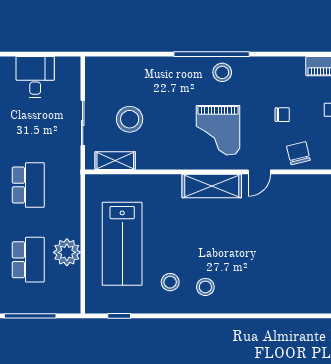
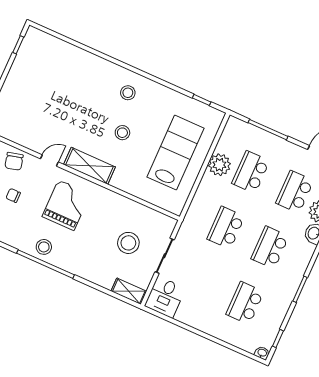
desk: (35, 77) -> (165, 297), moved
shelving: (115, 161) -> (129, 291), moved
stool: (170, 282) -> (122, 133), moved

